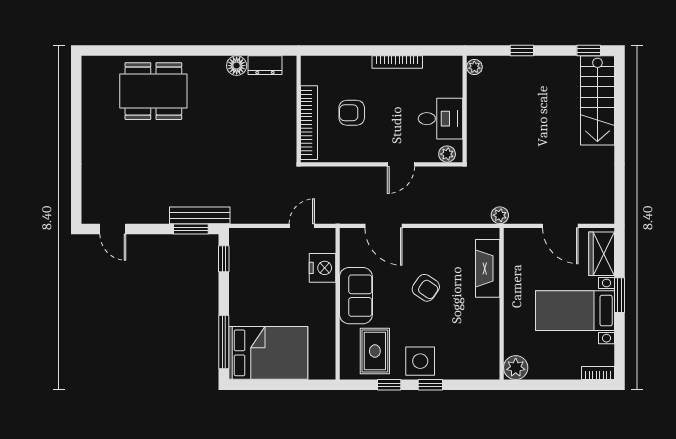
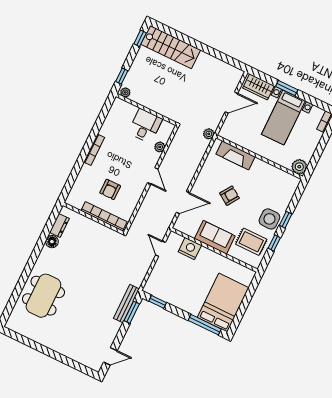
plant: (474, 67) -> (125, 92), moved
wall: (465, 109) -> (146, 109), moved
desk: (441, 119) -> (145, 126), moved

